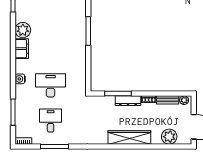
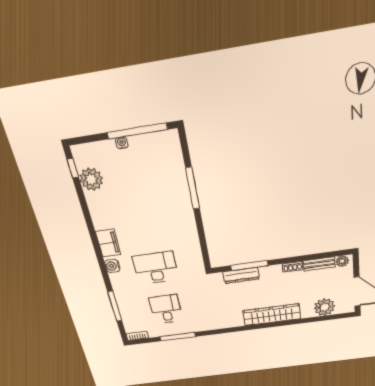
plant: (23, 30) -> (91, 179), moved
filing cabinet: (22, 49) -> (108, 243), moved
dresser: (128, 101) -> (241, 275), moved

